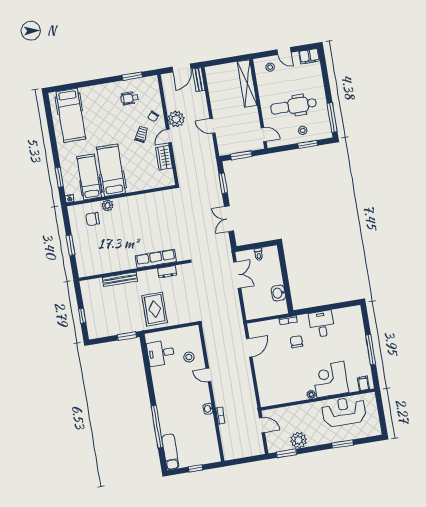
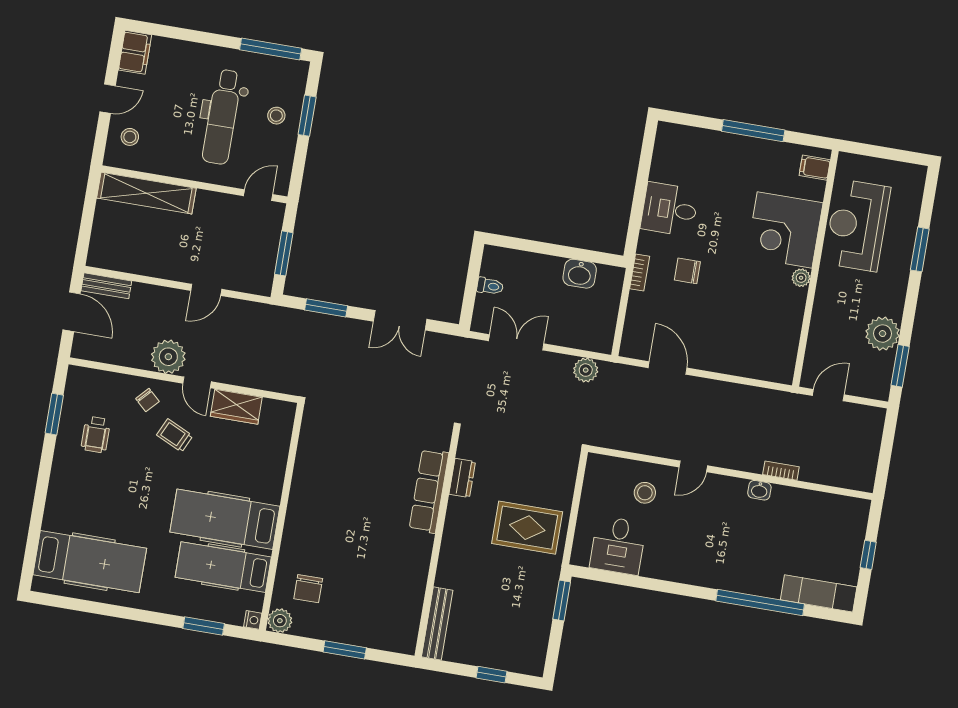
plant: (107, 206) -> (280, 621), moved
bench: (120, 279) -> (437, 623), moved
plant: (235, 311) -> (586, 370), added

